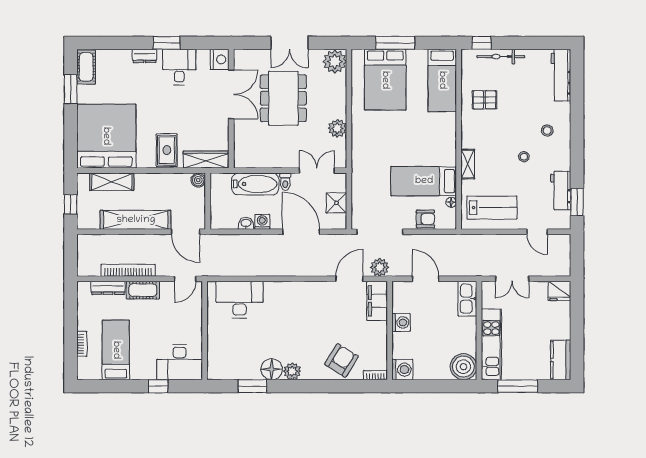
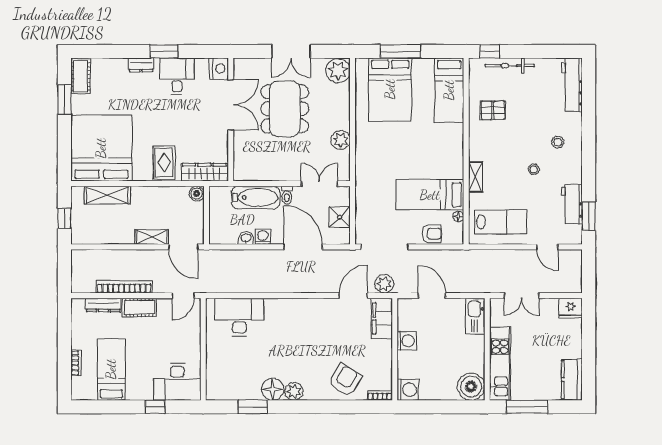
shelving: (136, 220) -> (152, 237), width x0.45, depth x0.75

